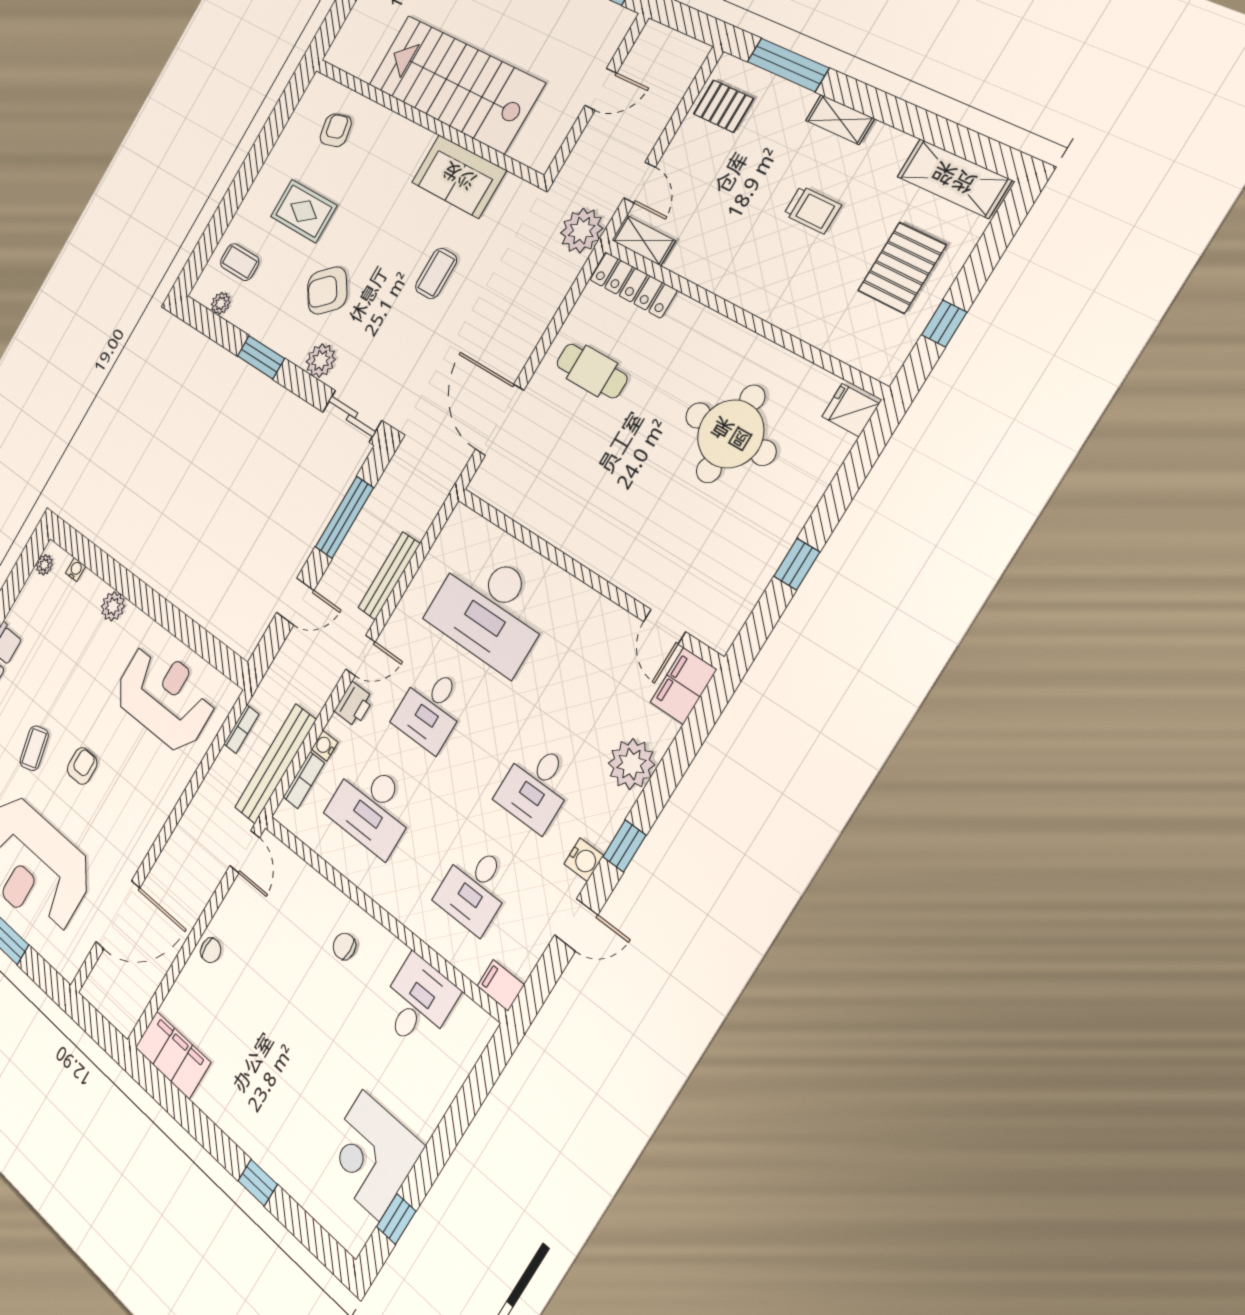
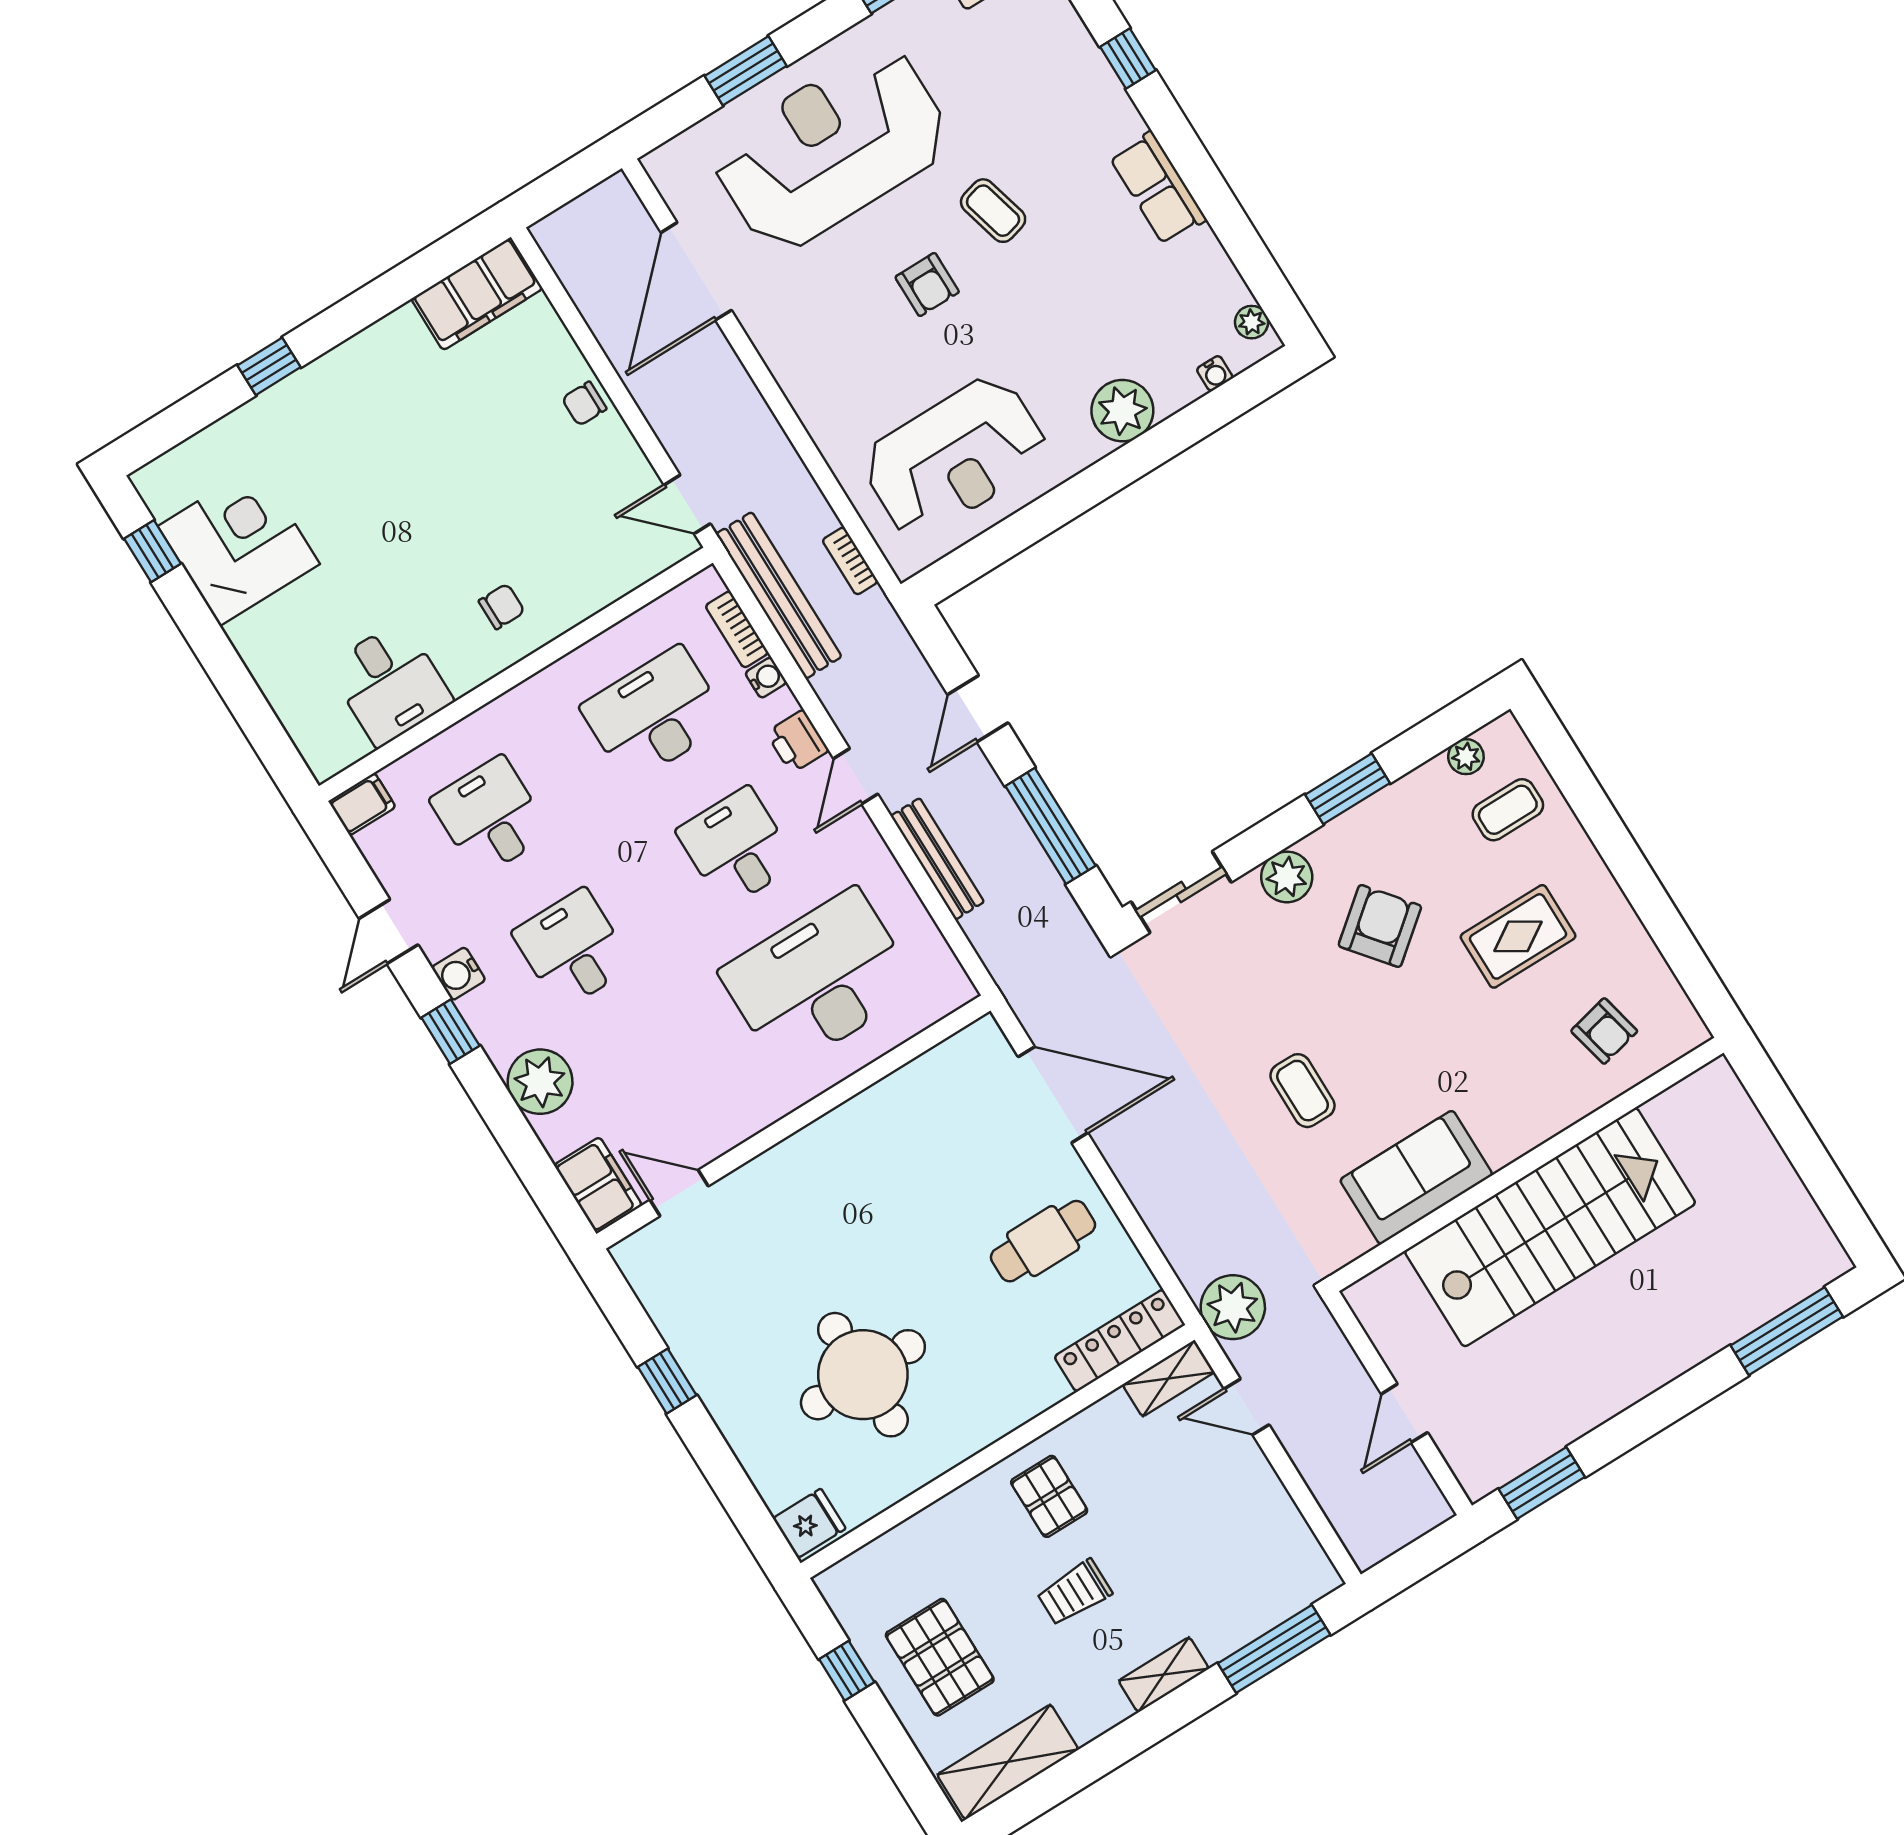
pallet: (723, 106) -> (1049, 1496), moved, turned 90
plant: (113, 606) -> (1122, 411), width x1.36, depth x1.36

